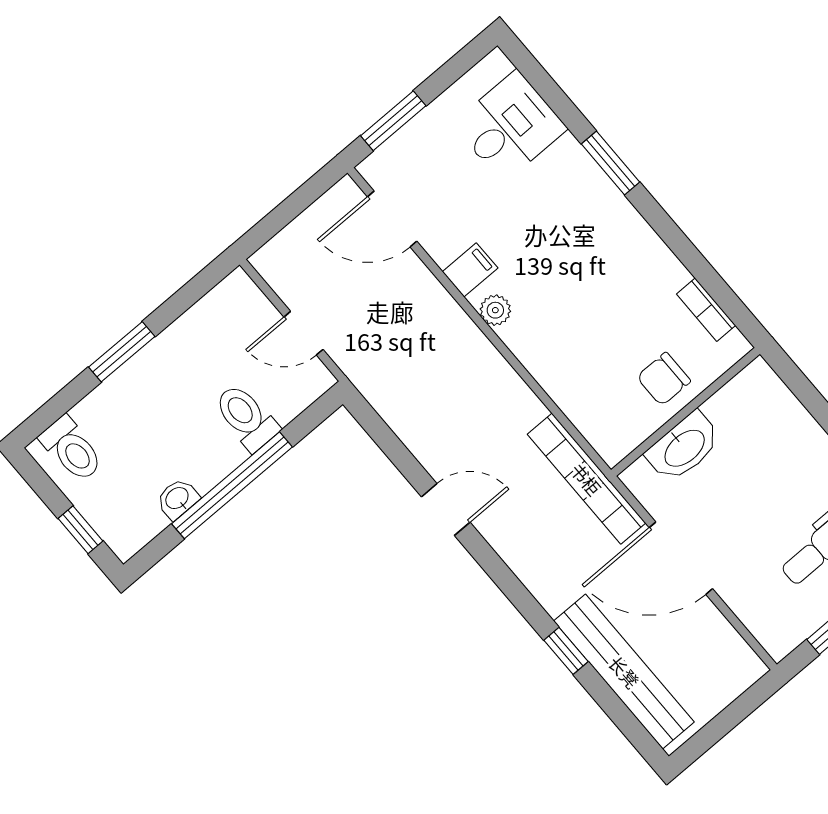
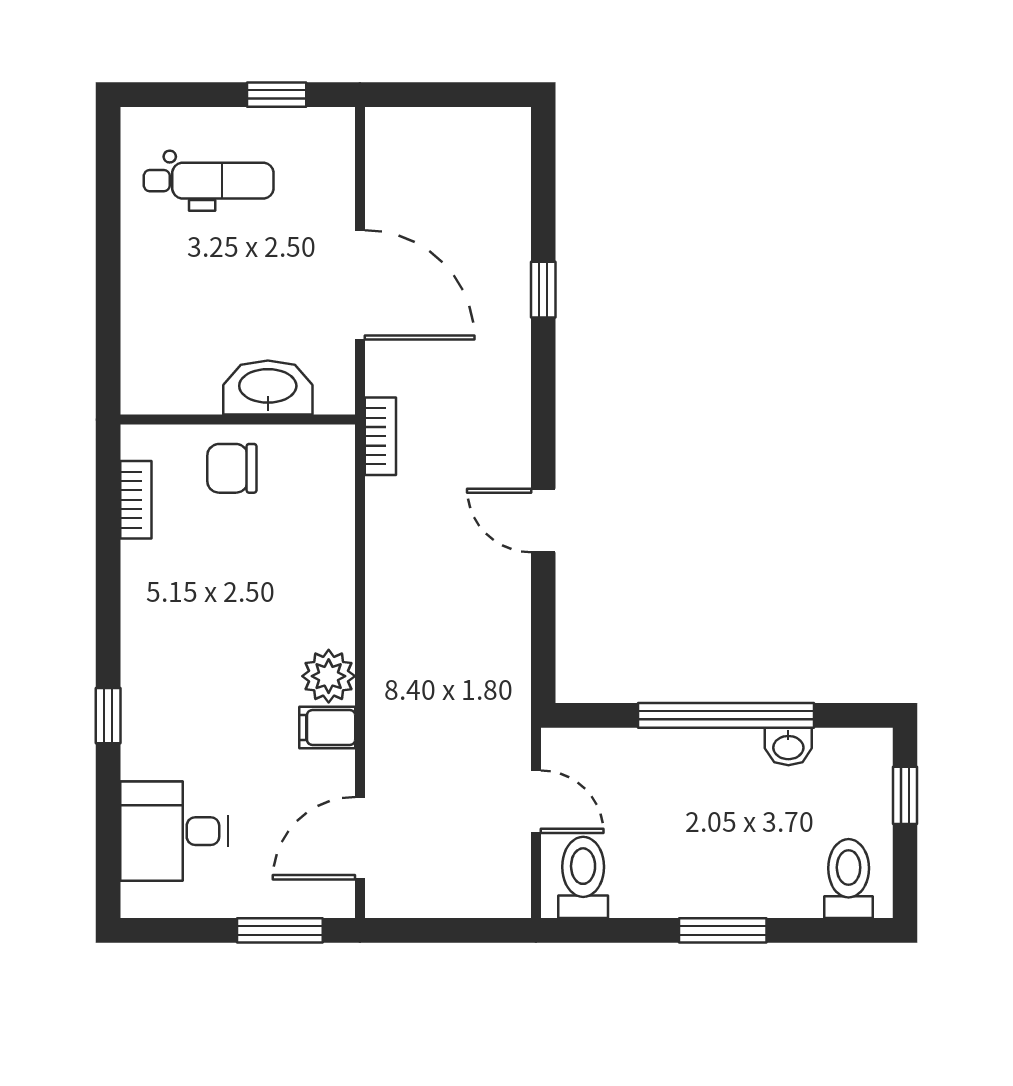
window: (611, 163) -> (108, 716), width x0.67
door: (392, 219) -> (360, 838), swing flipped
plant: (495, 310) -> (329, 676), width x1.38, depth x1.38
chair: (664, 379) -> (232, 468), turned 180
toilet: (246, 417) -> (583, 877), moved, turned 180
bookcase: (586, 479) -> (380, 436), width x0.43, depth x0.76
bench: (624, 672) -> (505, 223), removed

